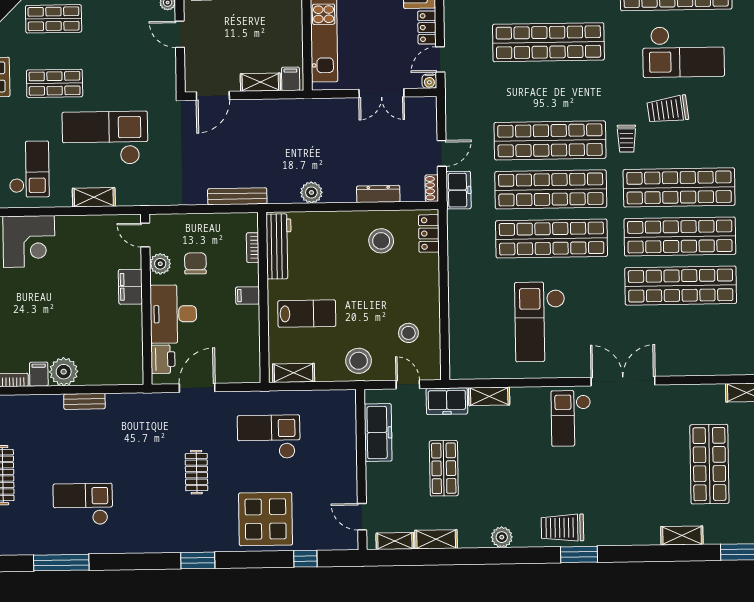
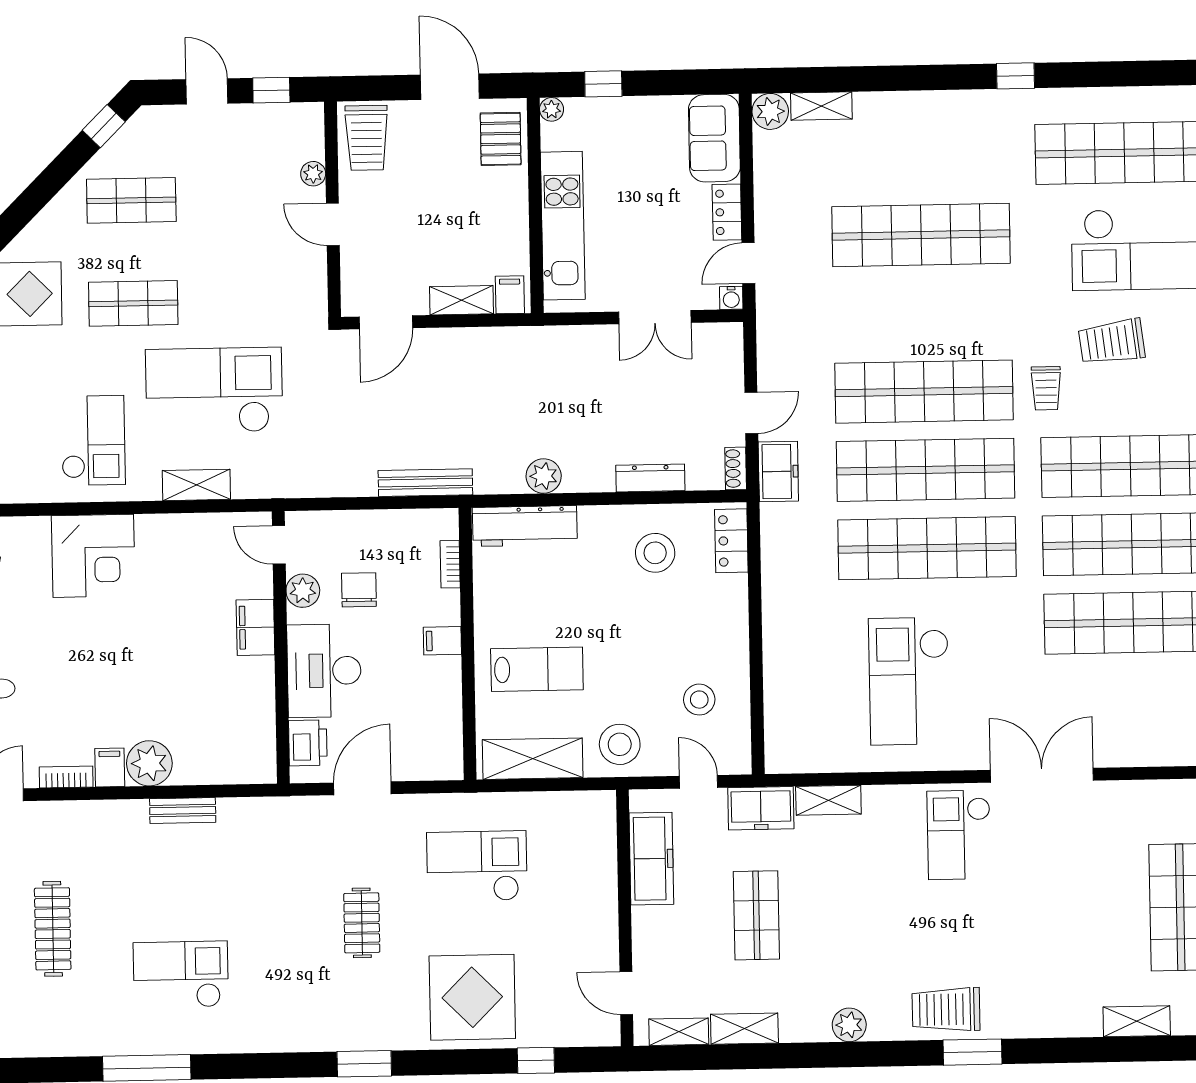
workbench: (279, 246) -> (525, 526), moved, turned 90
shelving: (294, 373) -> (533, 759), width x1.50, depth x1.33

